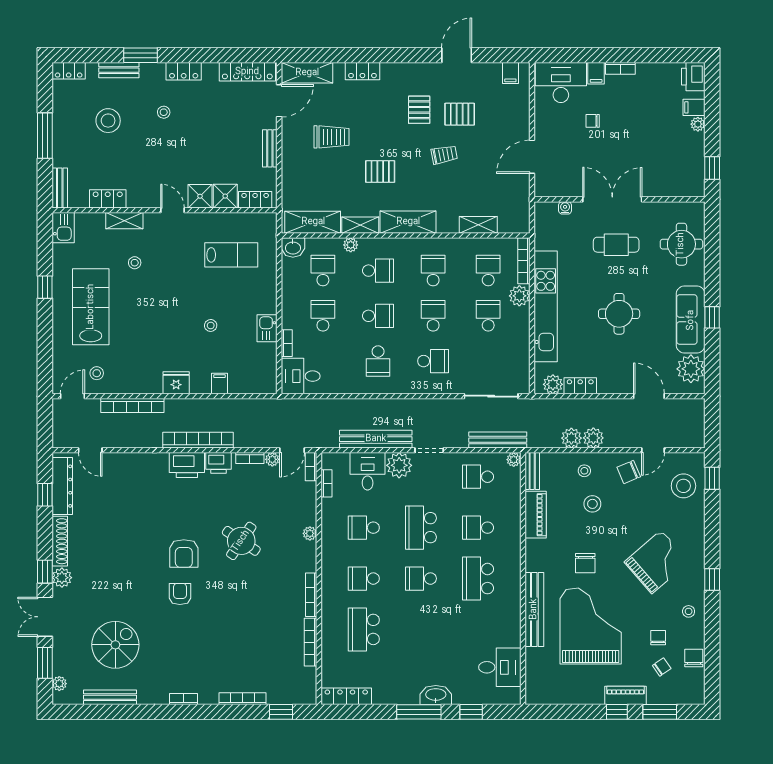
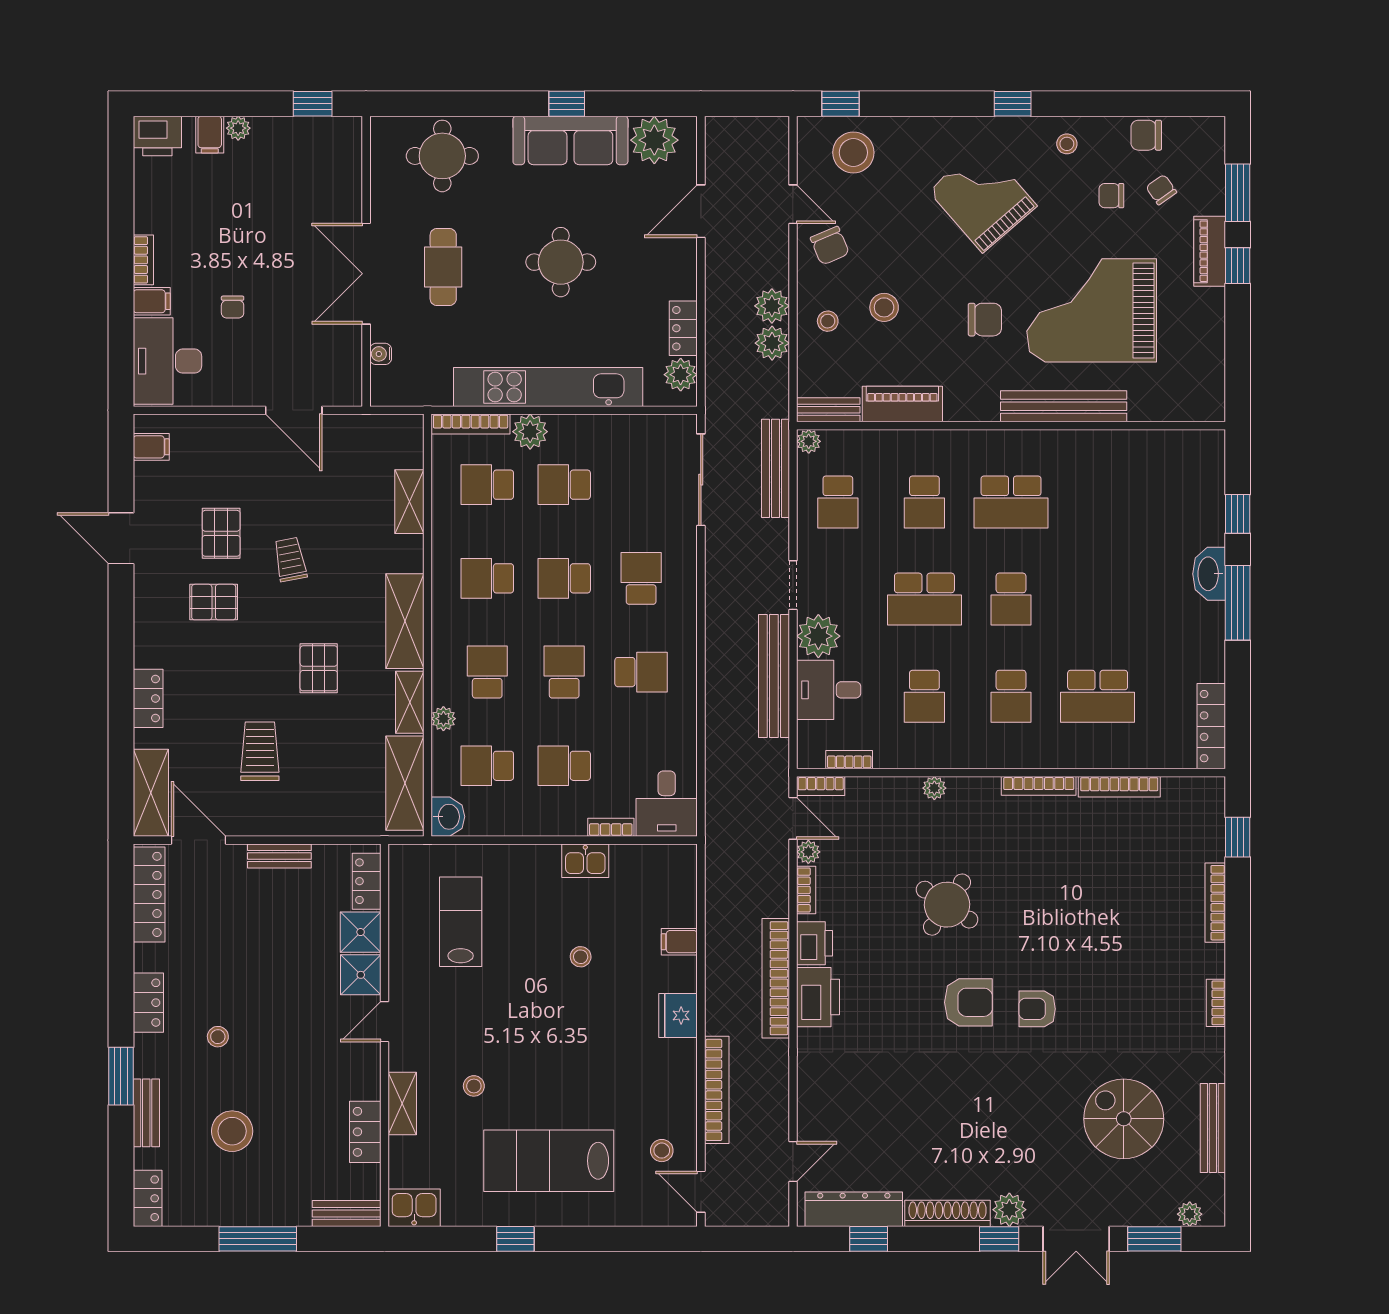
desk: (500, 667) -> (1162, 465), removed

